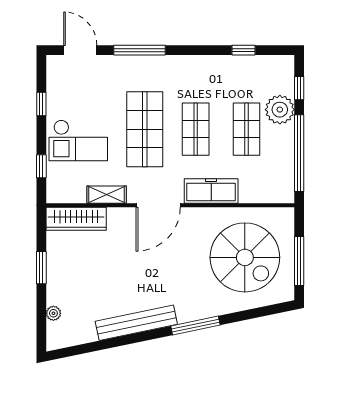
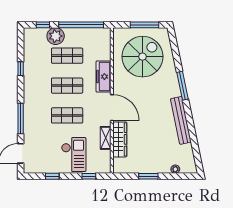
window: (244, 50) -> (21, 69), moved
shop shelf: (145, 129) -> (67, 115), width x0.70, depth x0.74
wardrobe: (76, 219) -> (120, 139), moved

